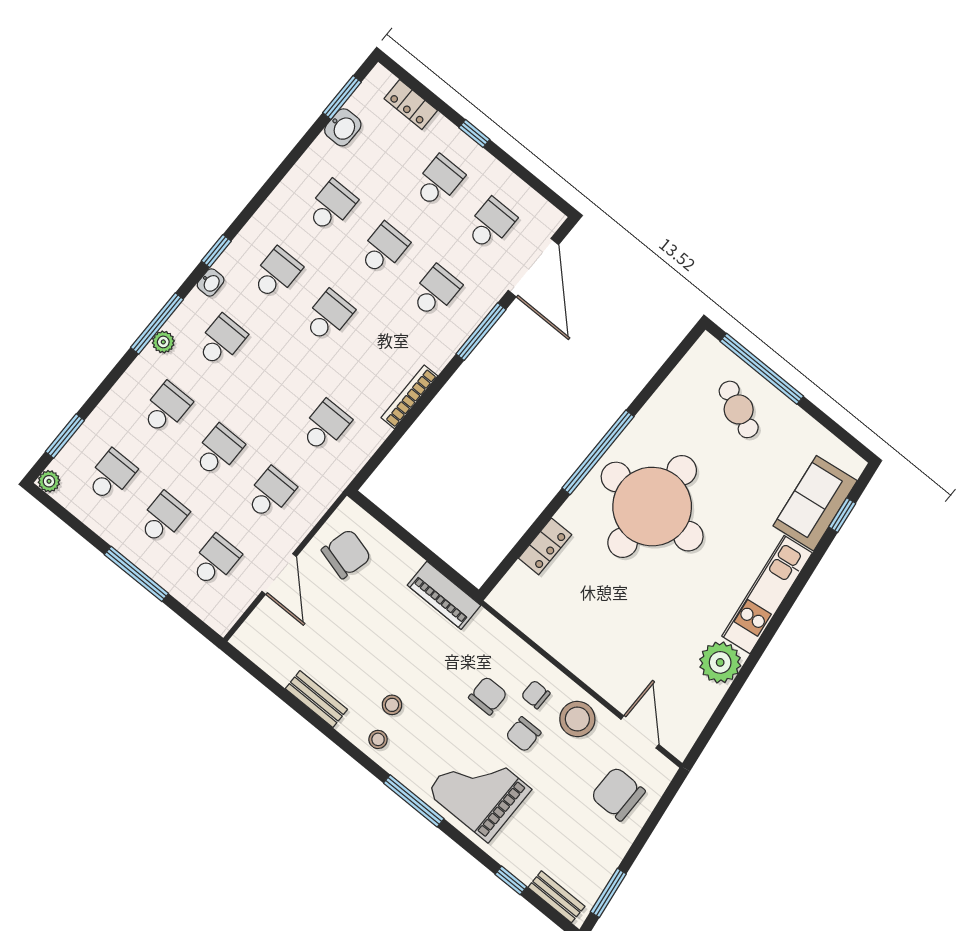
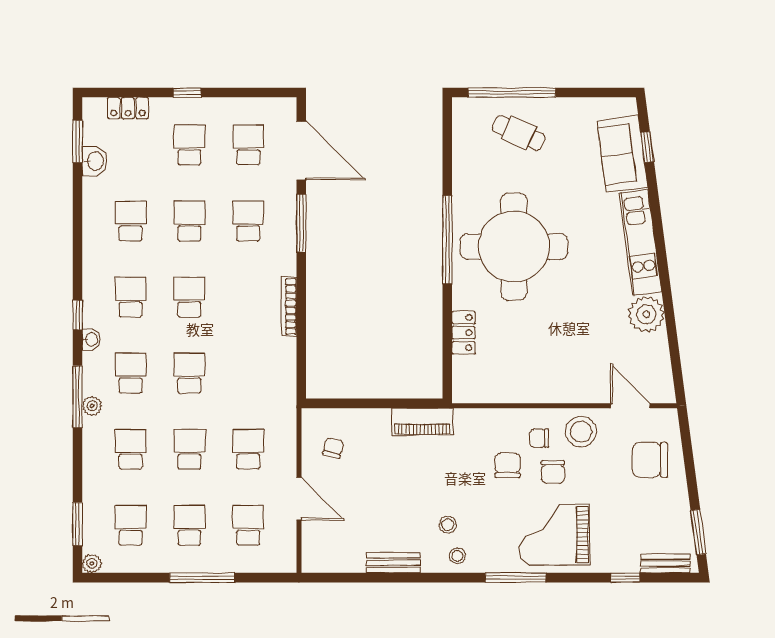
school desk: (325, 426) -> (189, 373), moved
chair: (346, 554) -> (333, 448), width x0.54, depth x0.54

